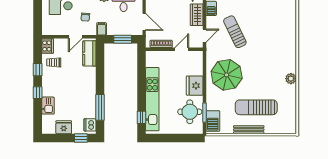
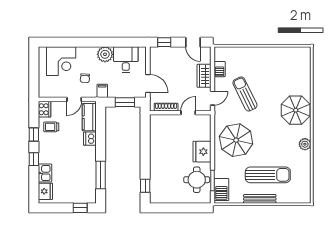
parasol: (282, 47) -> (296, 110), added
kitchen unit: (152, 99) -> (157, 166), removed
sun lounger: (256, 107) -> (268, 175), turned 180
dishwasher: (90, 125) -> (90, 139), moved
fridge: (64, 127) -> (45, 191), moved, turned 90

